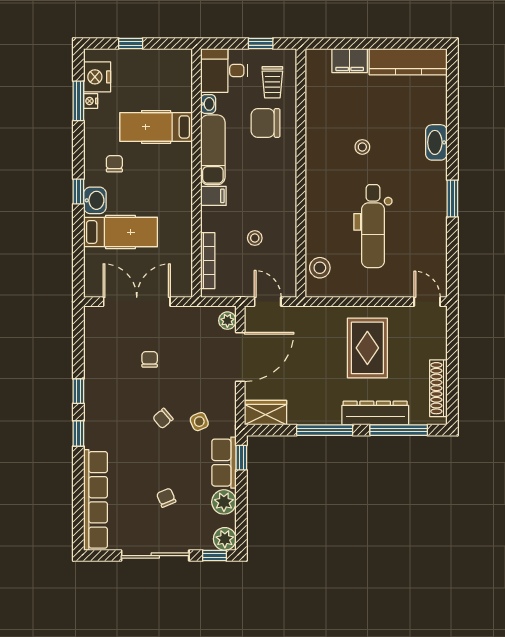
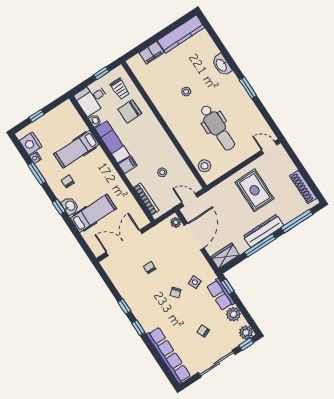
window: (78, 101) -> (37, 173), moved
dresser: (375, 413) -> (264, 231), moved

